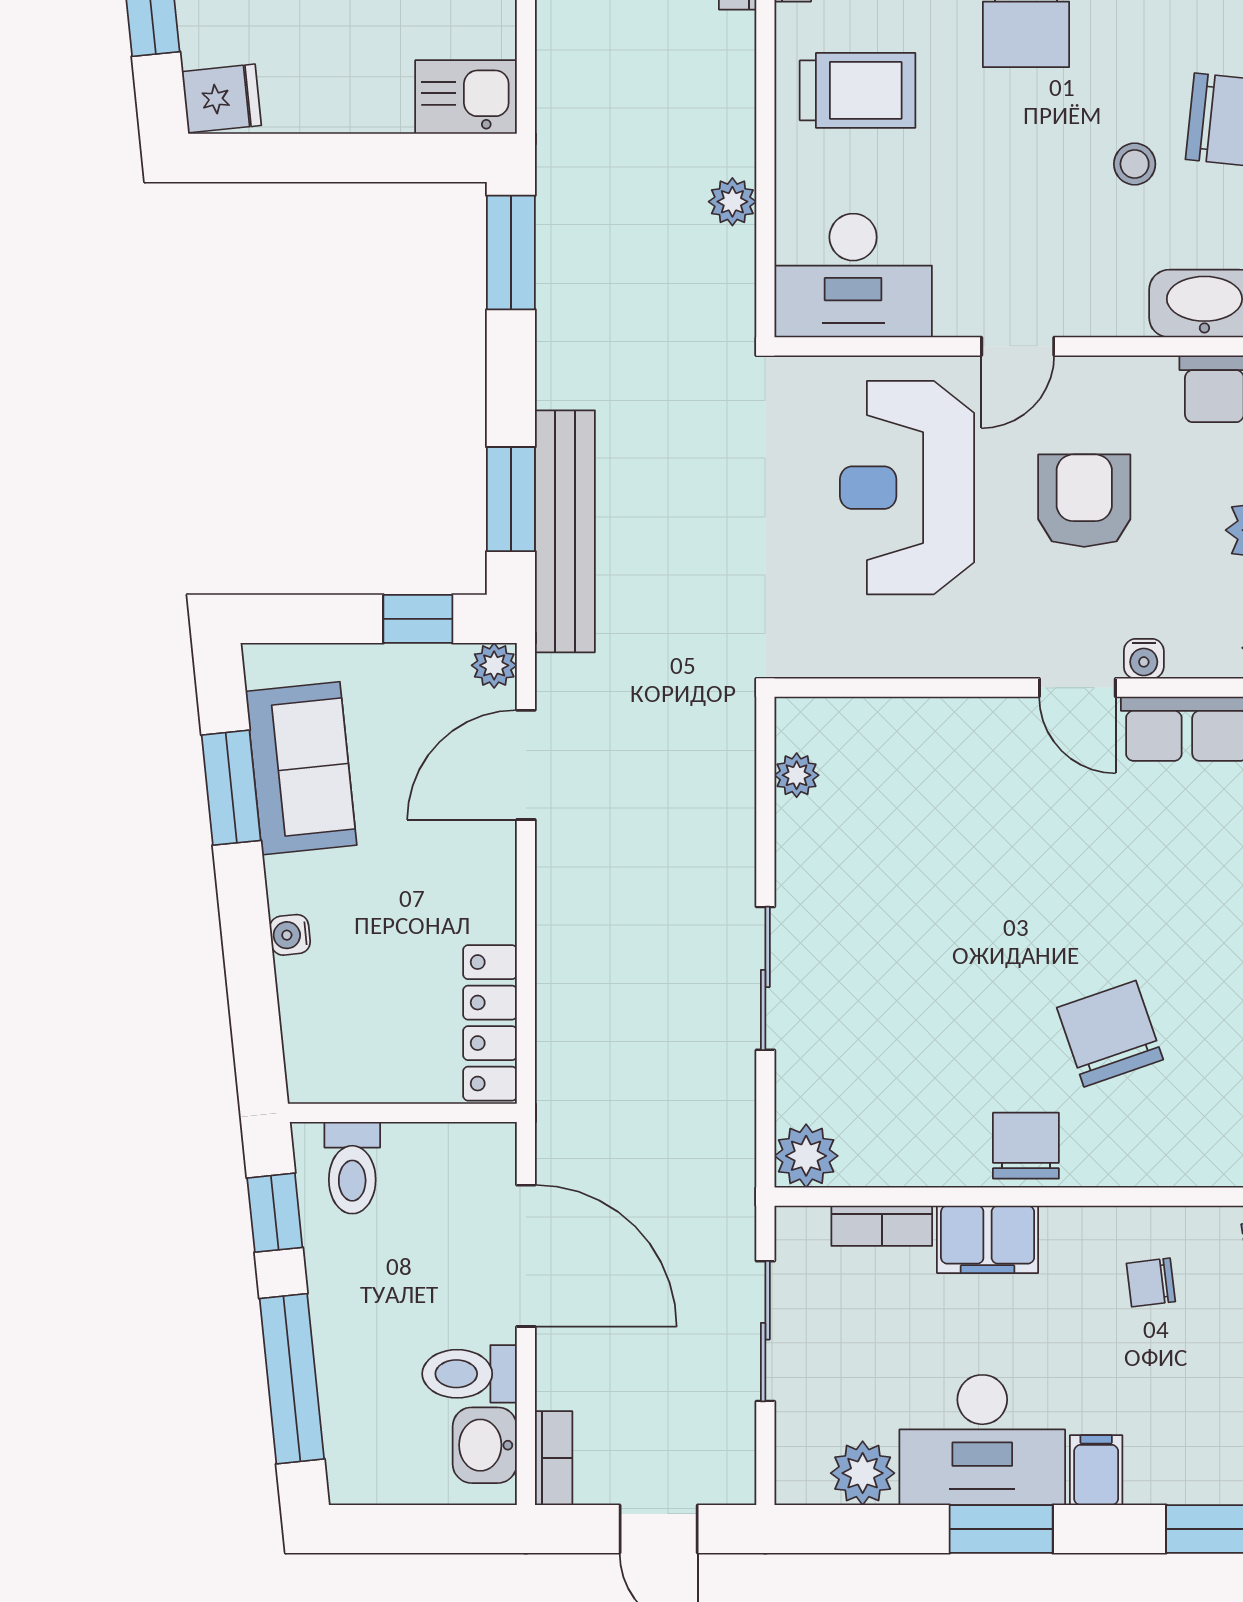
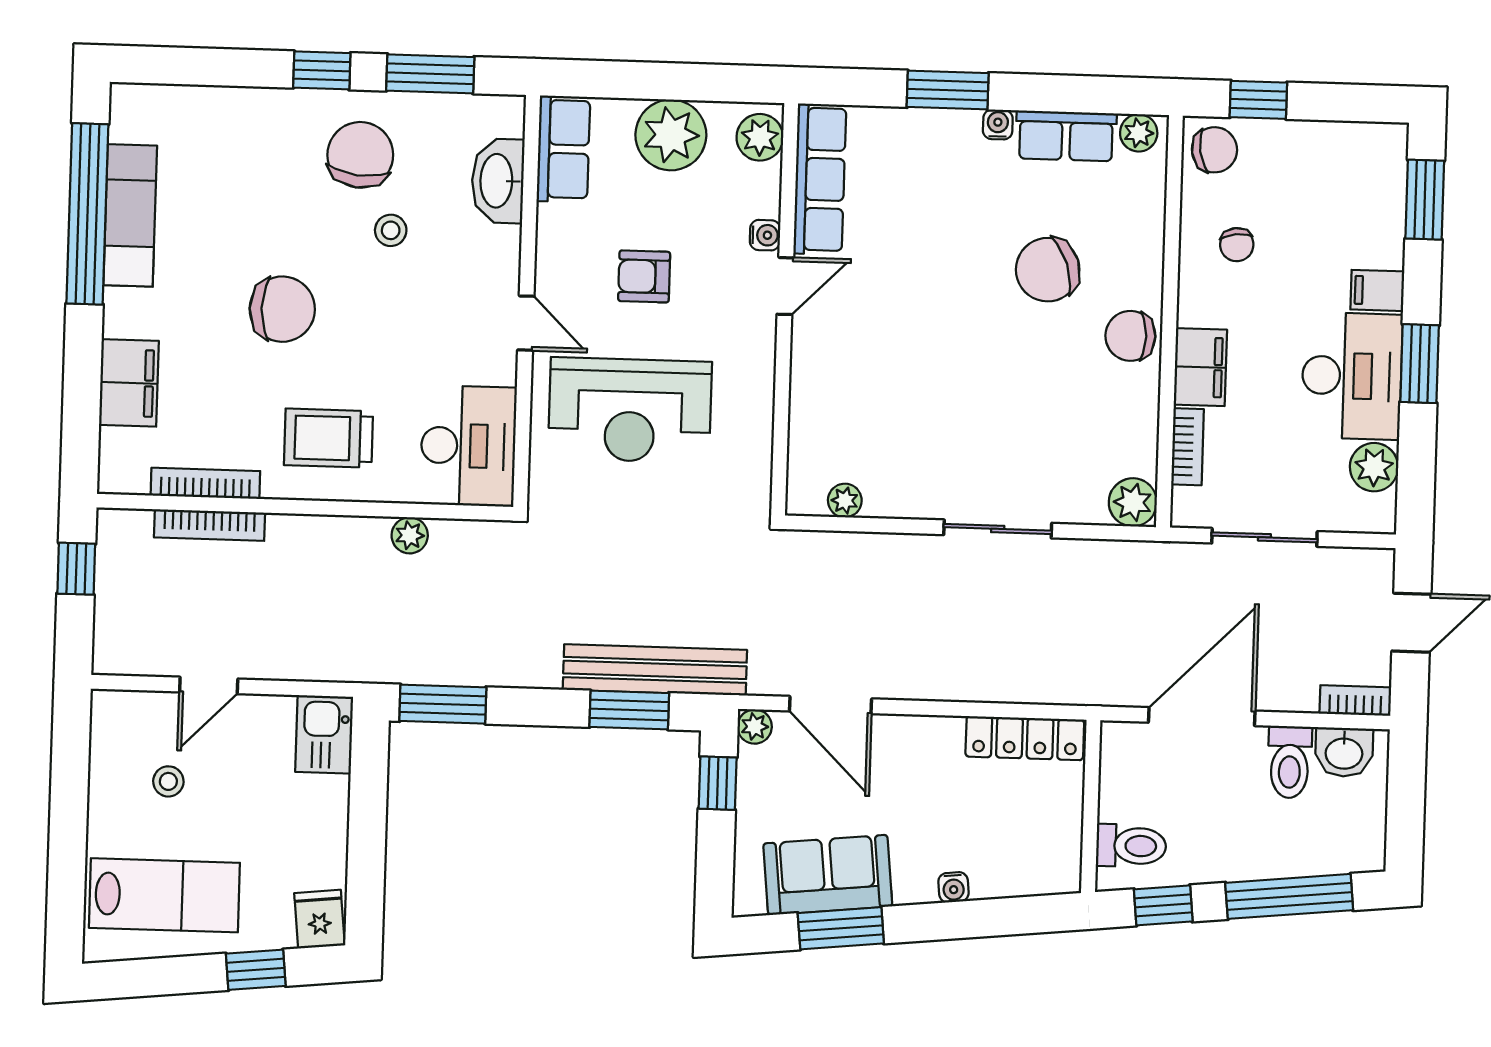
trolley: (858, 90) -> (328, 438), turned -90
armchair: (1084, 501) -> (644, 276), width x0.72, depth x0.72

